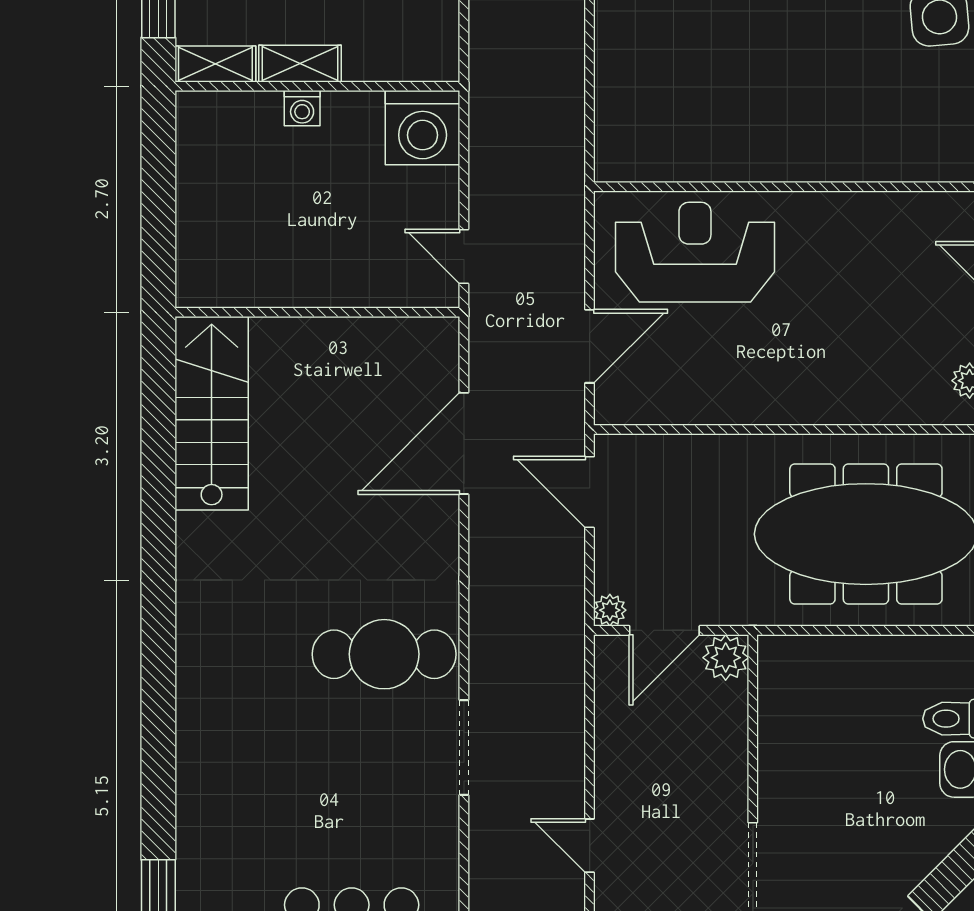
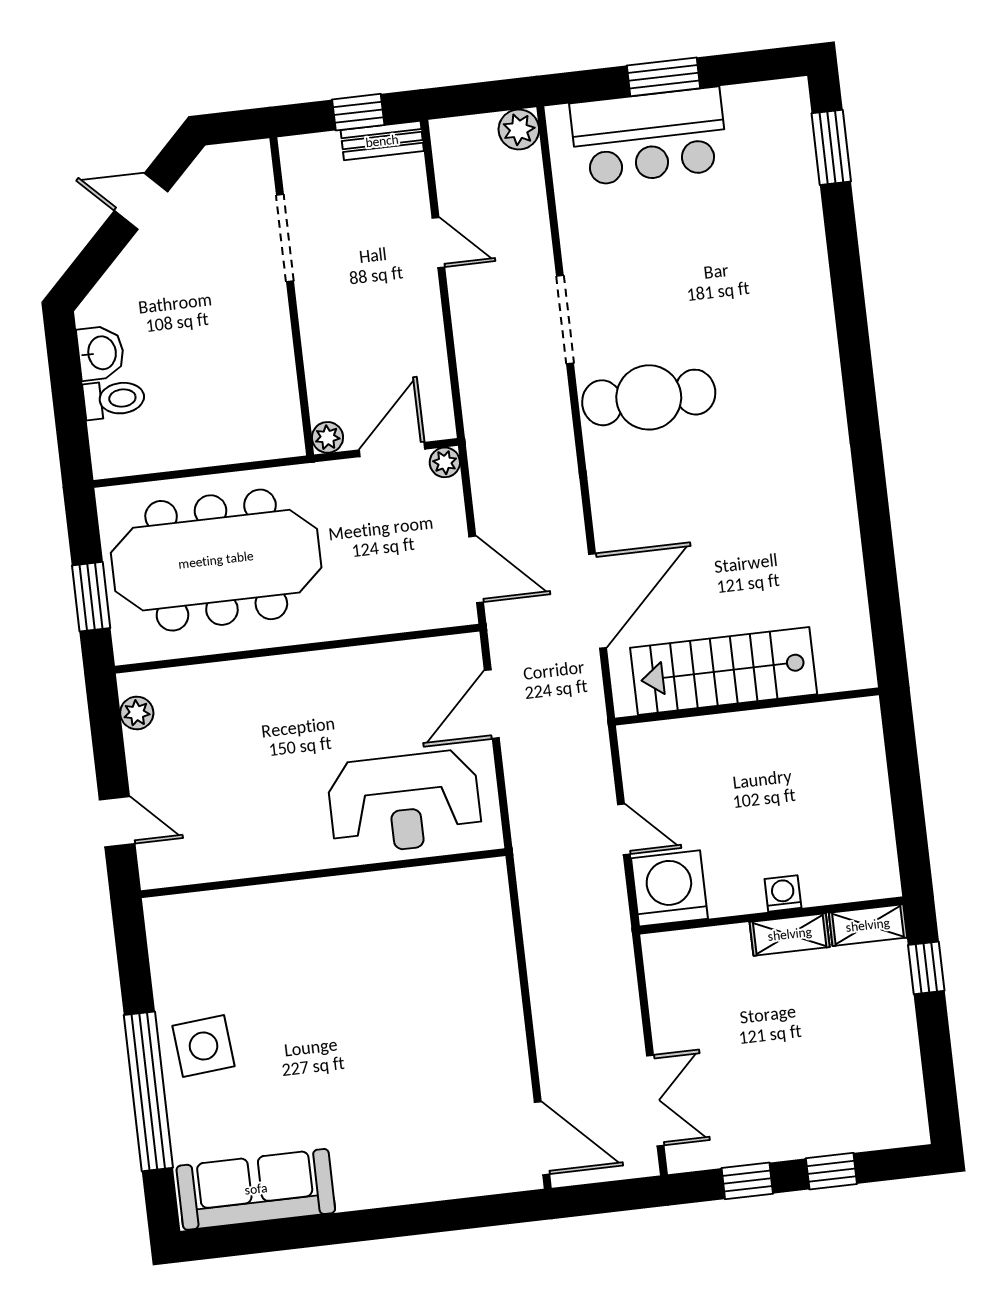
door: (464, 257) -> (624, 829), moved
stairs: (212, 413) -> (724, 671), moved, turned 90
plant: (726, 658) -> (328, 437), width x0.73, depth x0.73

